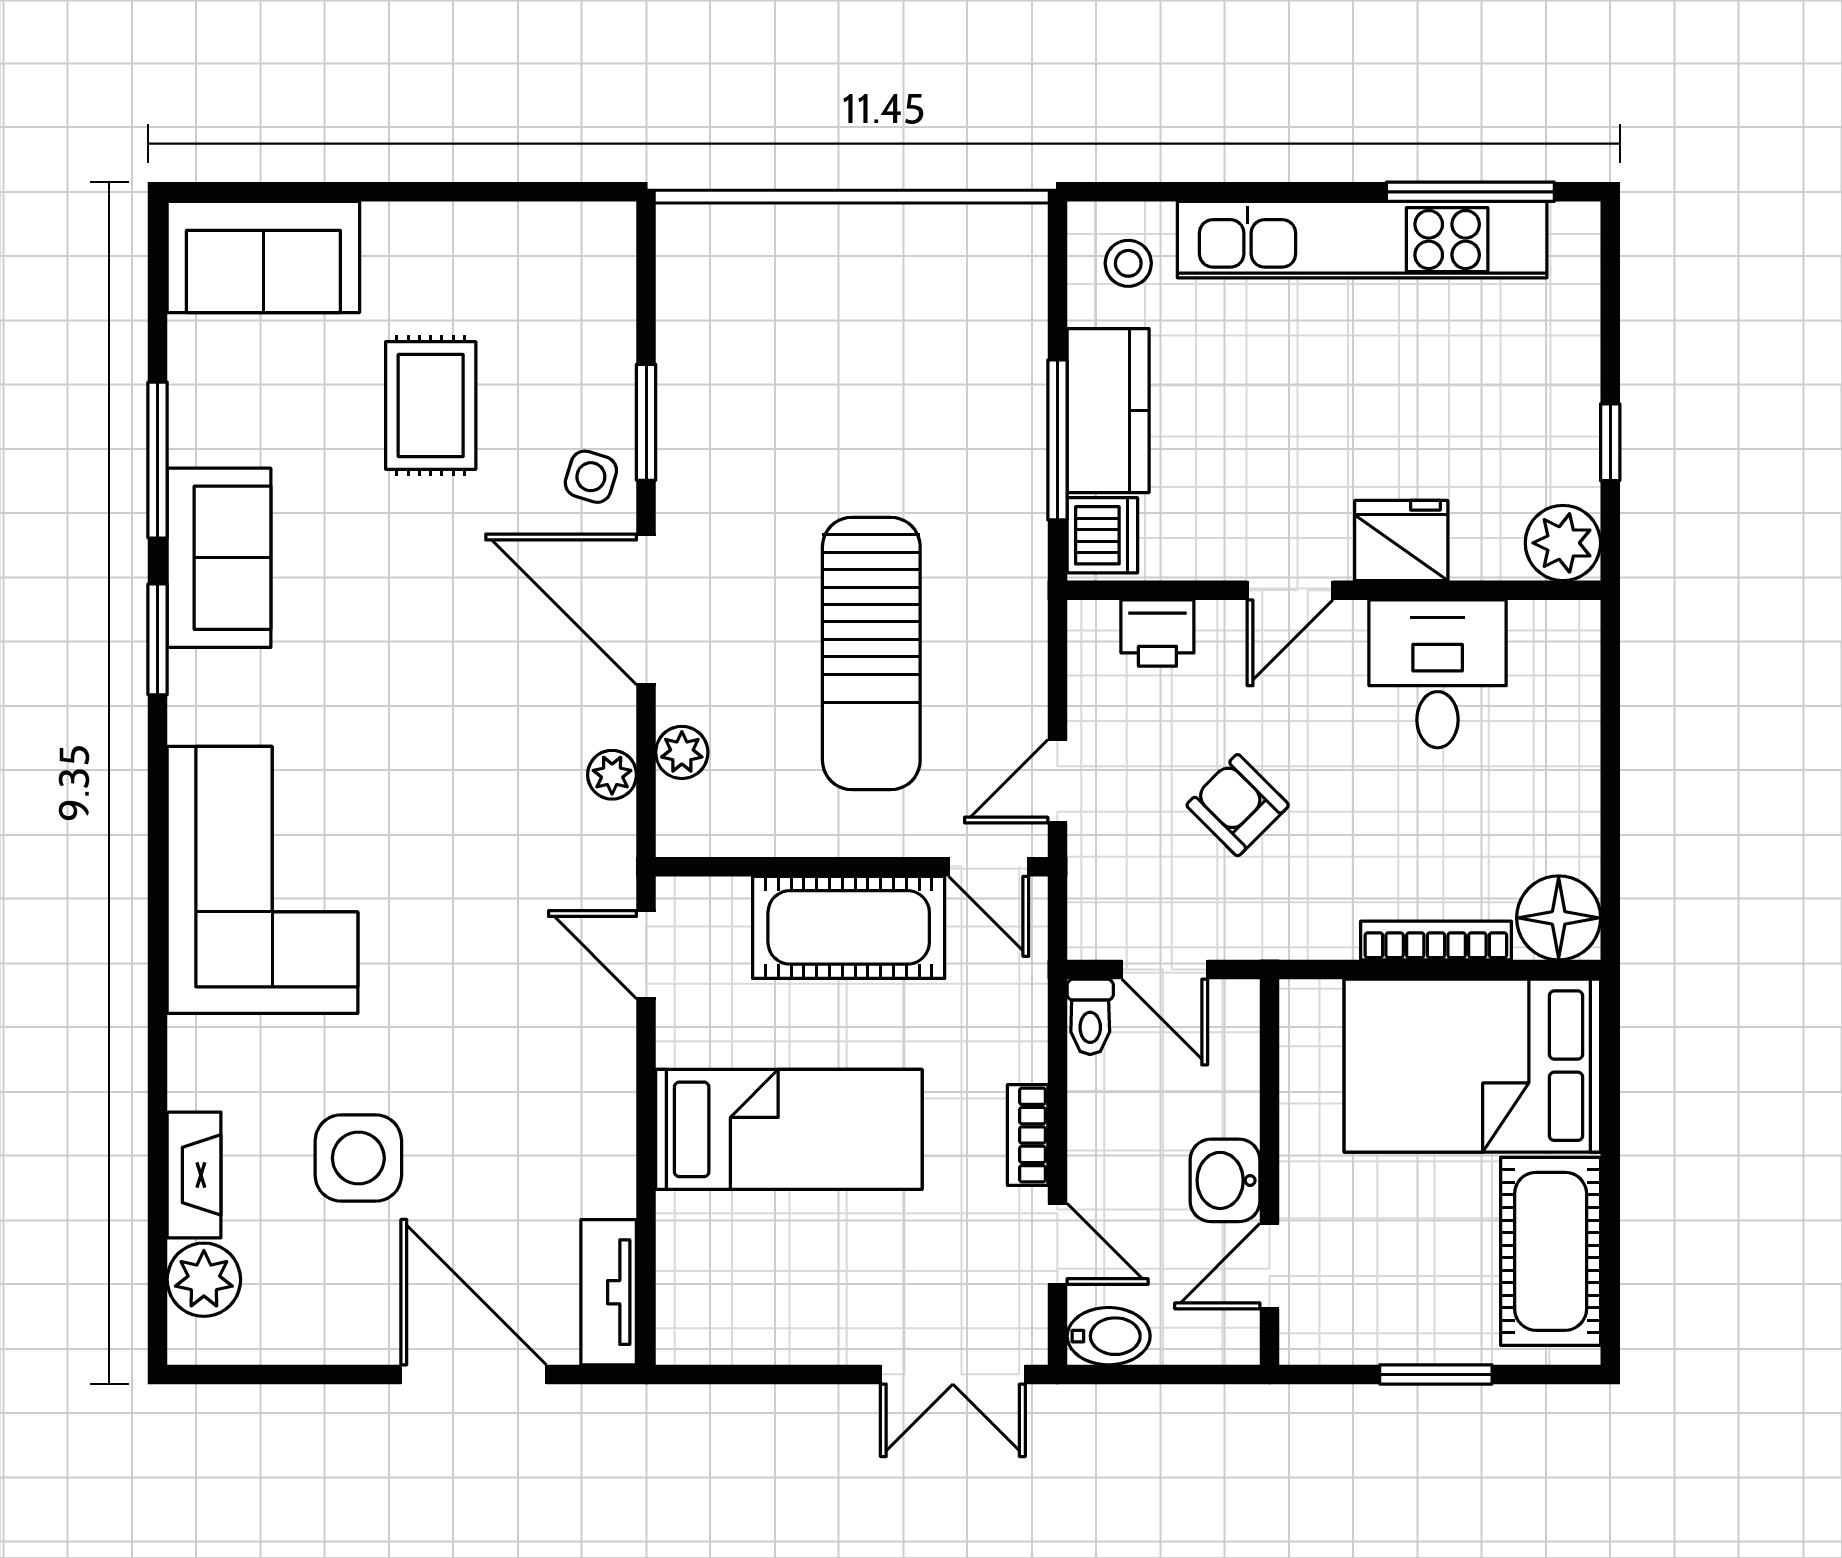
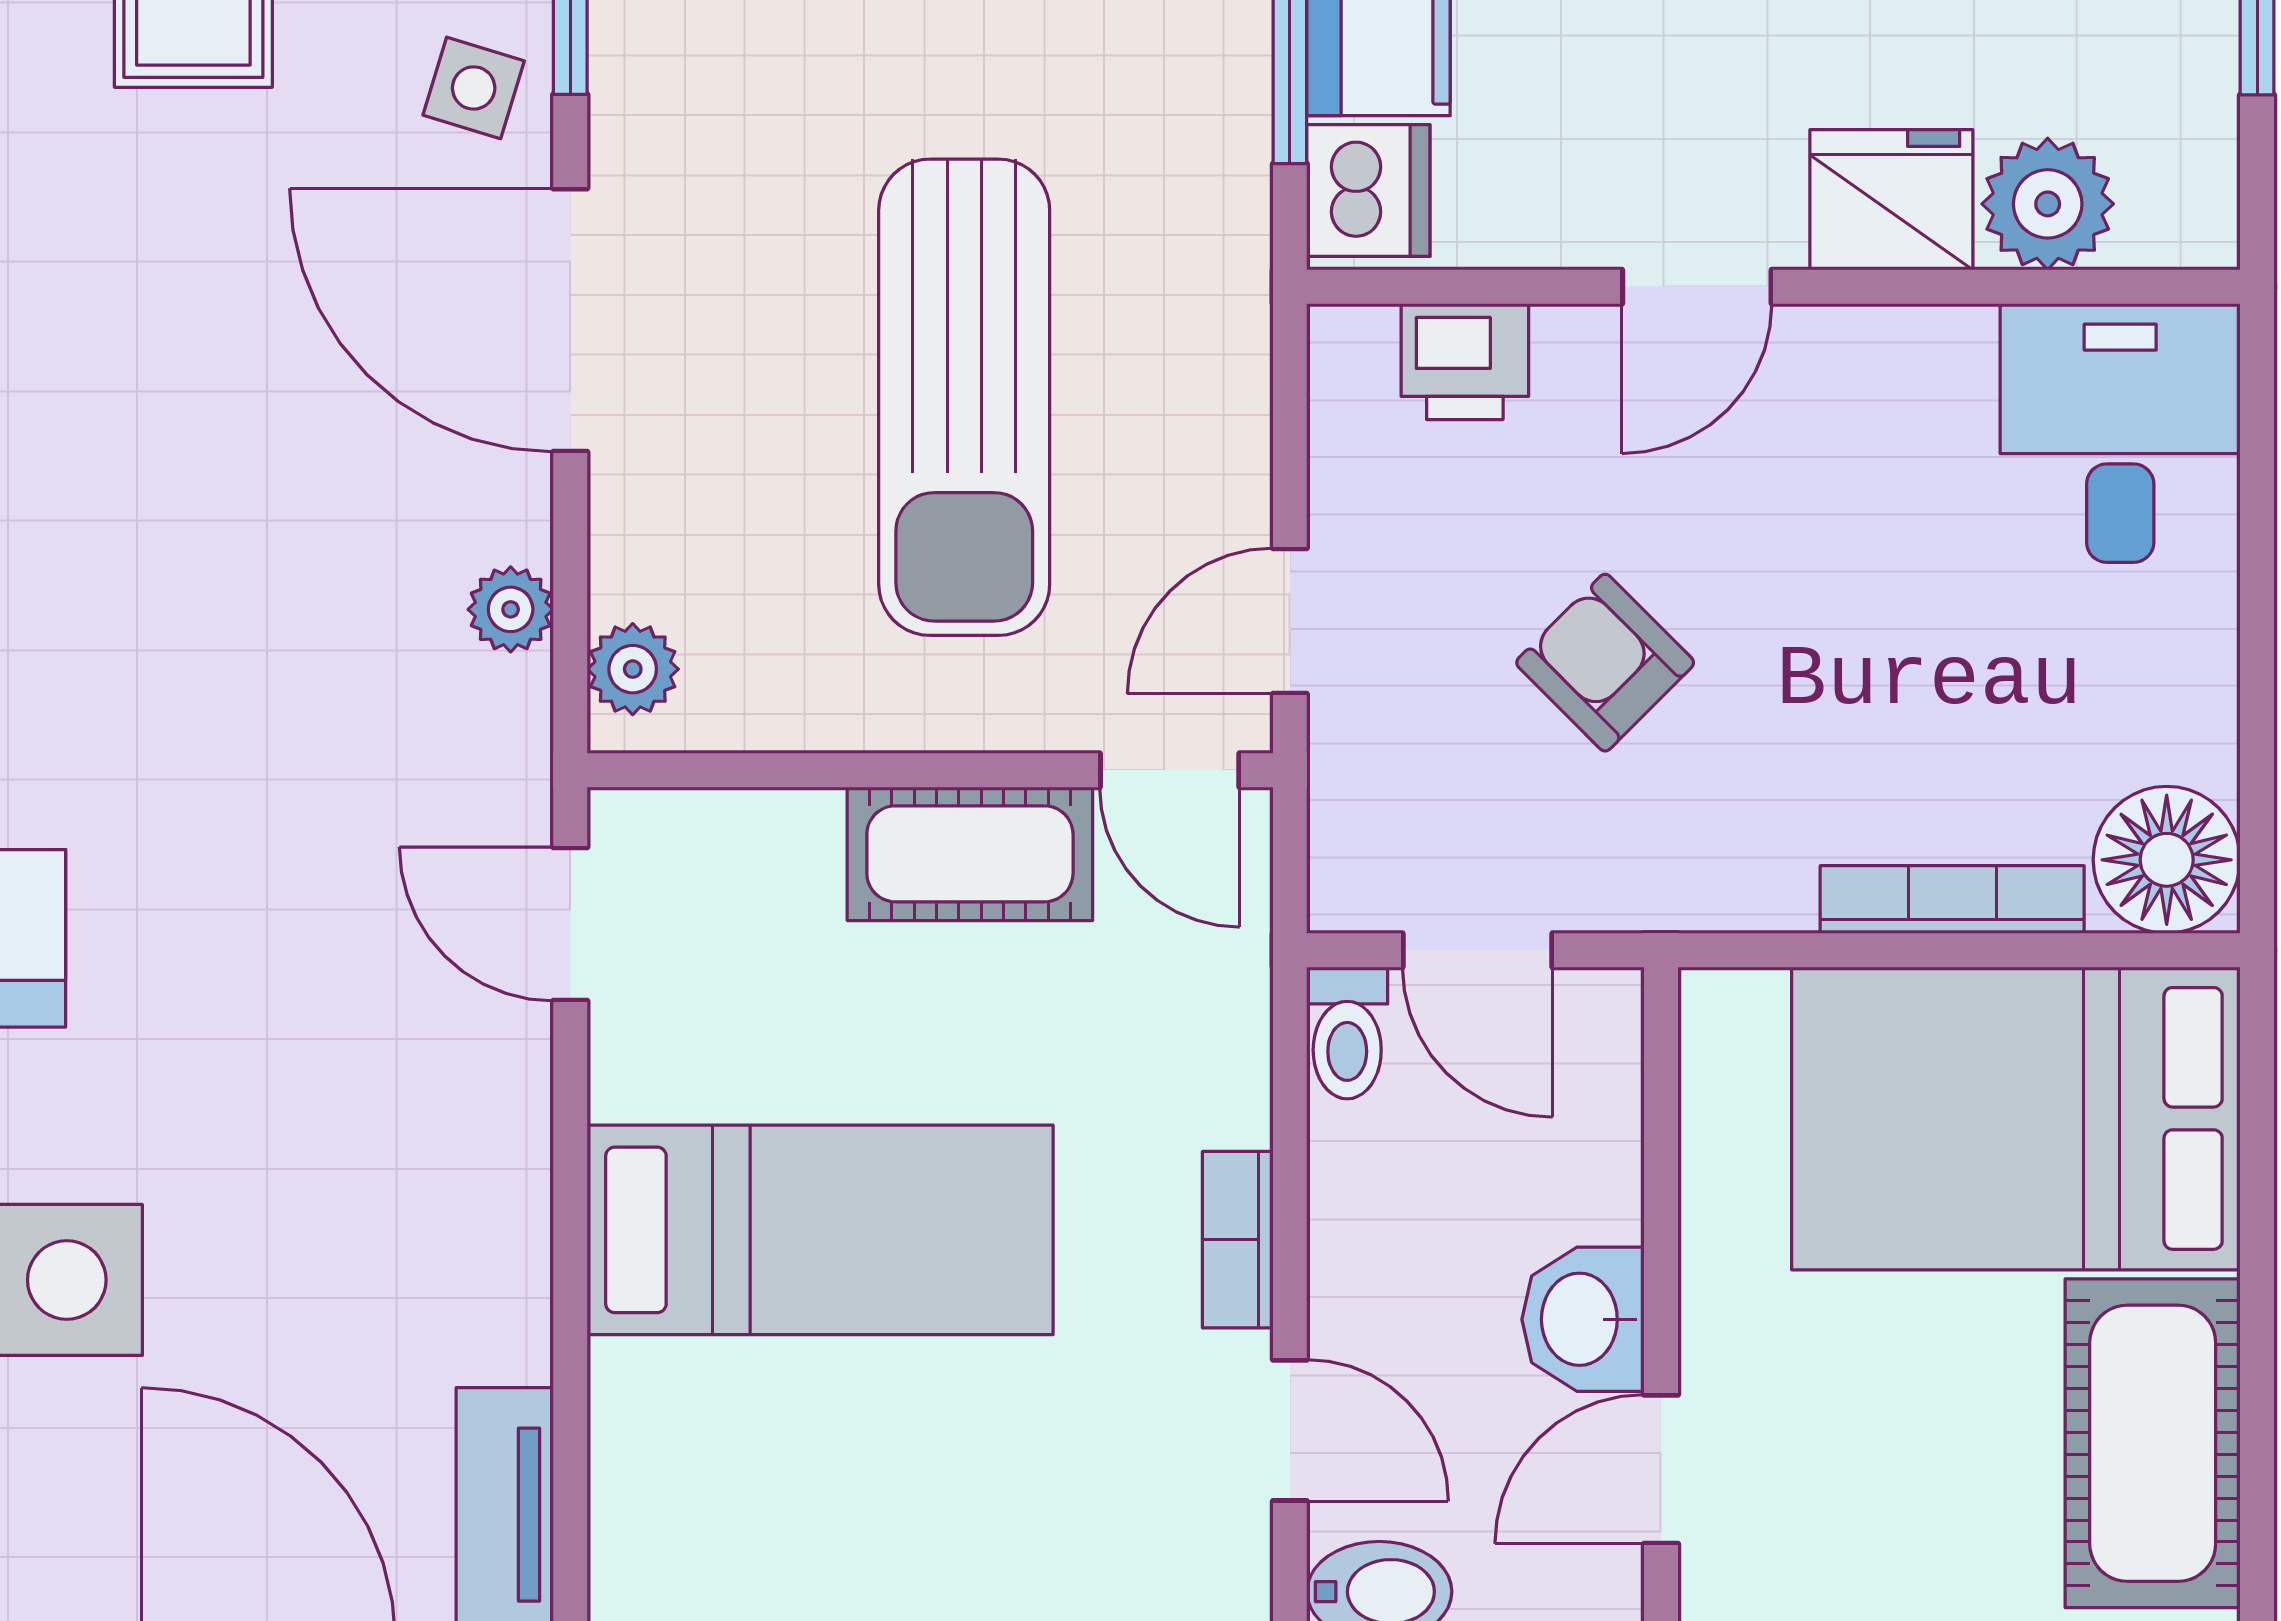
plant: (1563, 543) -> (2048, 204), moved
desk: (1438, 674) -> (2120, 433), moved
plant: (682, 752) -> (633, 669), moved
cot: (849, 927) -> (970, 854), width x0.73, depth x0.75

